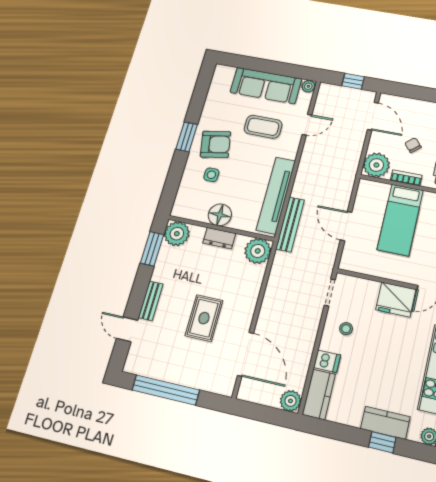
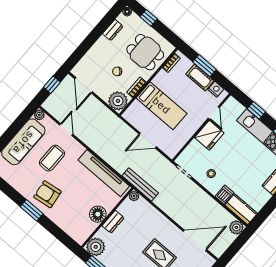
door: (373, 116) -> (84, 85), swing flipped
armchair: (215, 144) -> (47, 194), turned -88
side table: (211, 175) -> (67, 207), removed
bench: (290, 224) -> (140, 184), moved
plant: (258, 251) -> (134, 196), width x0.53, depth x0.53

